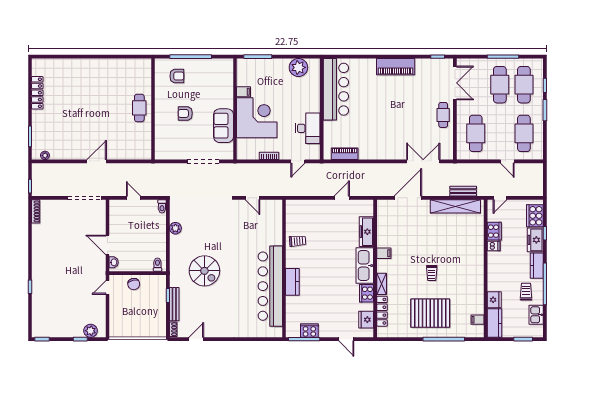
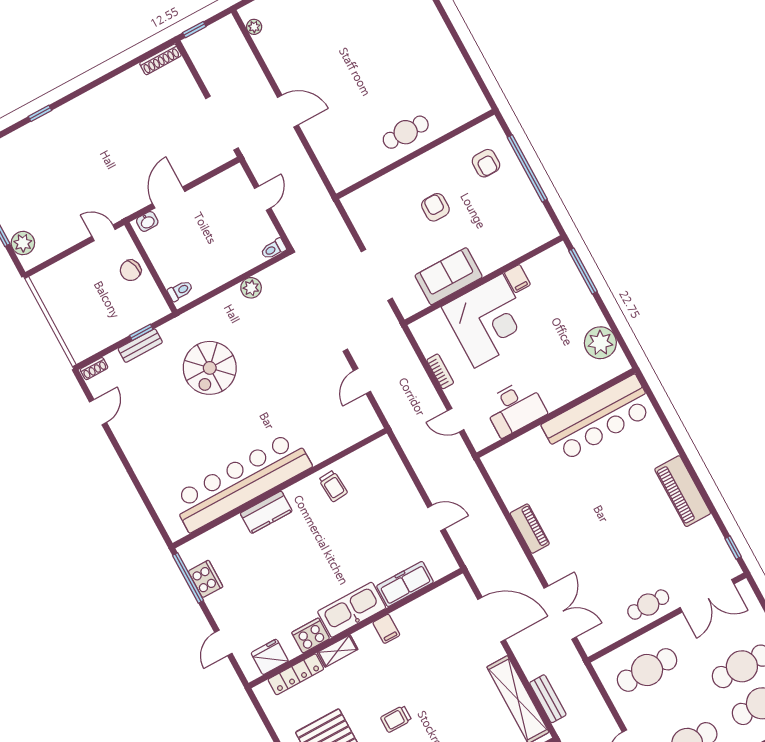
piano: (345, 154) -> (530, 529), moved
bench: (174, 304) -> (140, 346), width x0.73
door: (196, 339) -> (98, 412), hinge flipped

